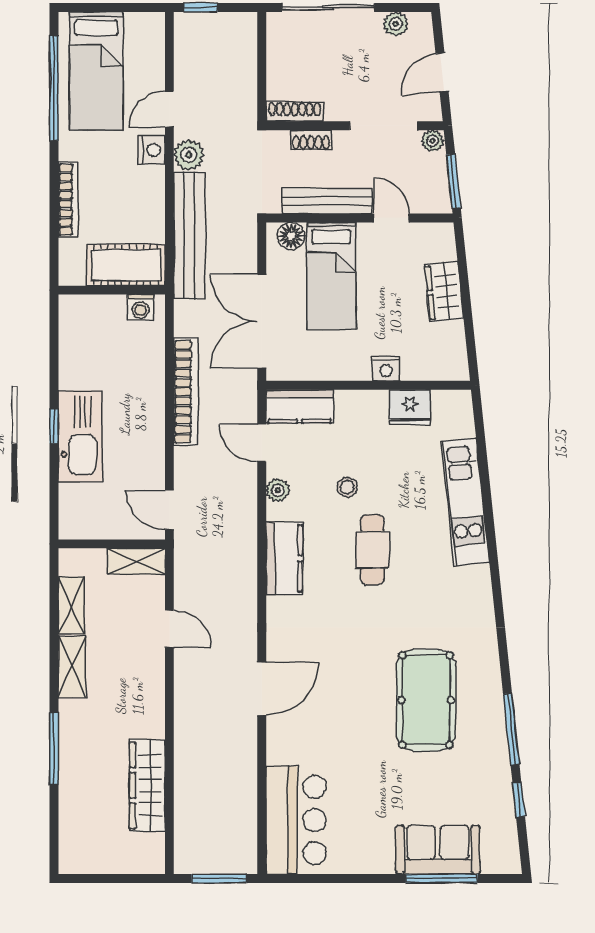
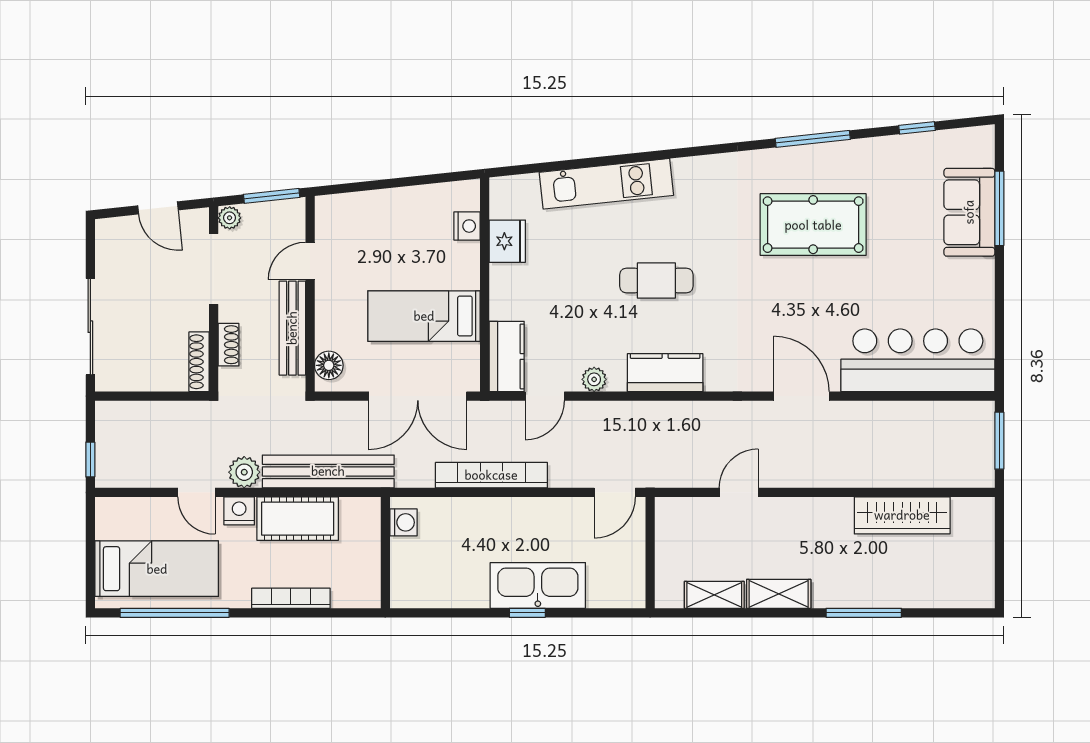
plant: (396, 24) -> (107, 256), removed
cot: (126, 265) -> (298, 519), moved, turned 90
bed: (331, 276) -> (424, 316), moved, turned 180
wardrobe: (444, 291) -> (387, 206), removed
nightstand: (386, 368) -> (467, 226), moved
stool: (347, 487) -> (591, 307), removed
shelving: (136, 561) -> (668, 527), removed
window: (511, 729) -> (813, 139), moved
bar counter: (296, 820) -> (918, 360), width x1.36

